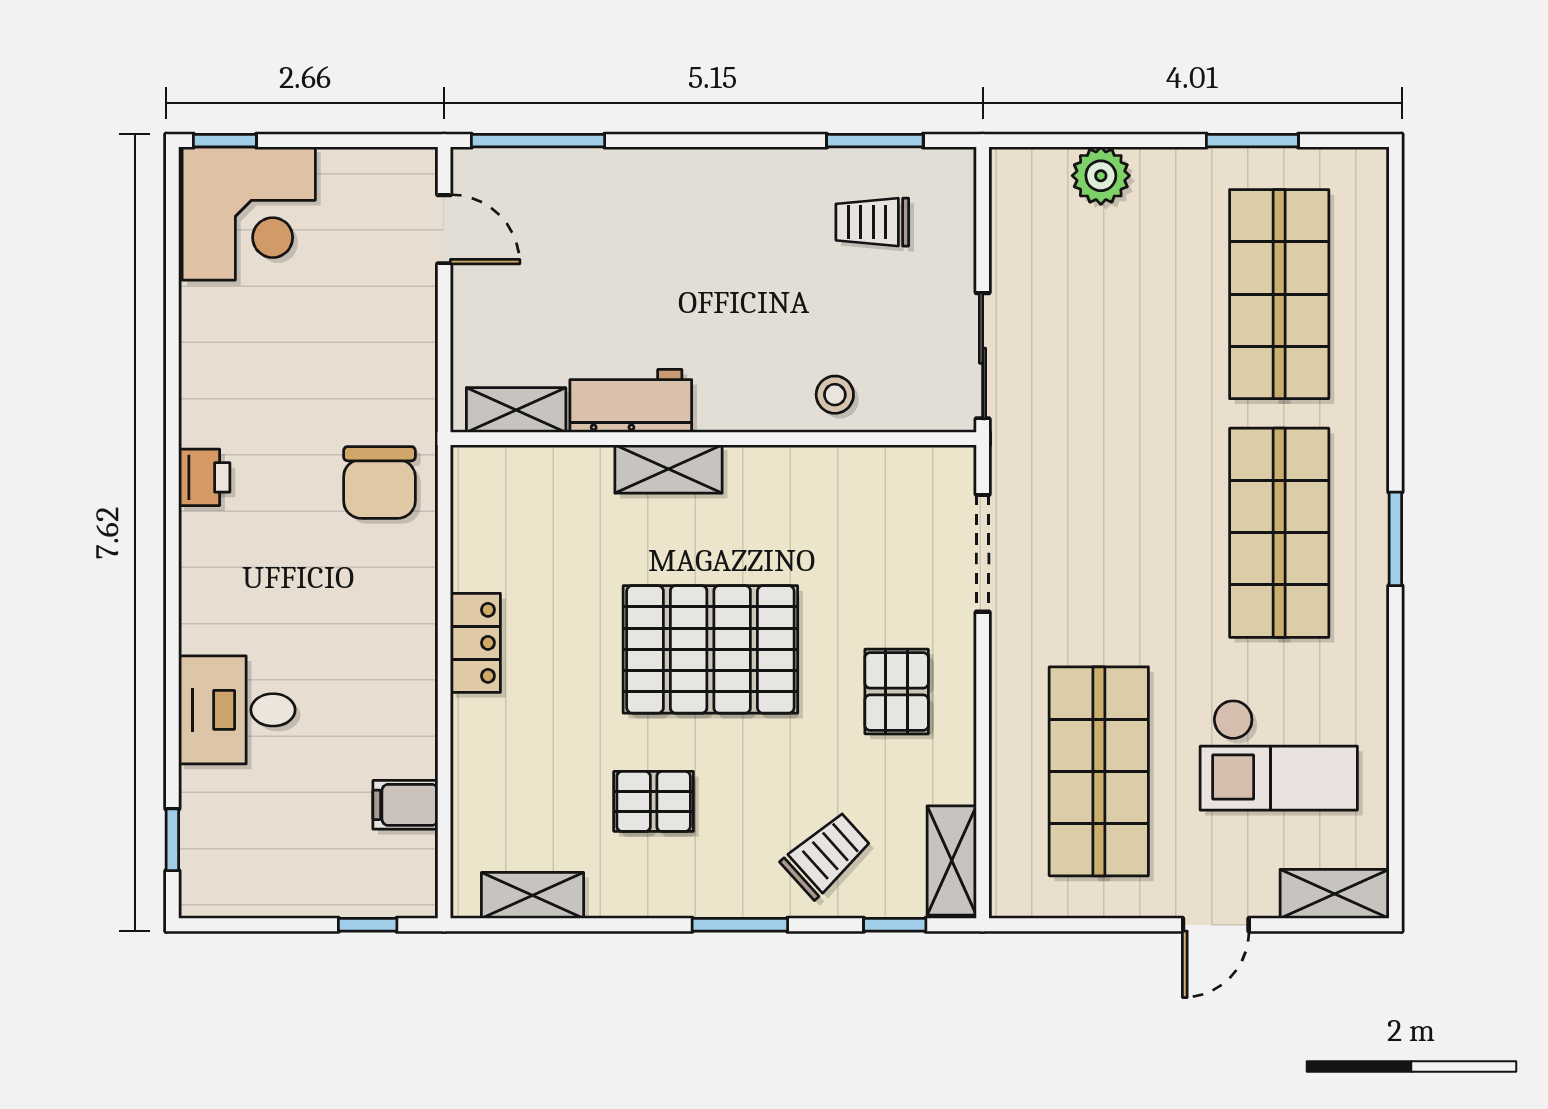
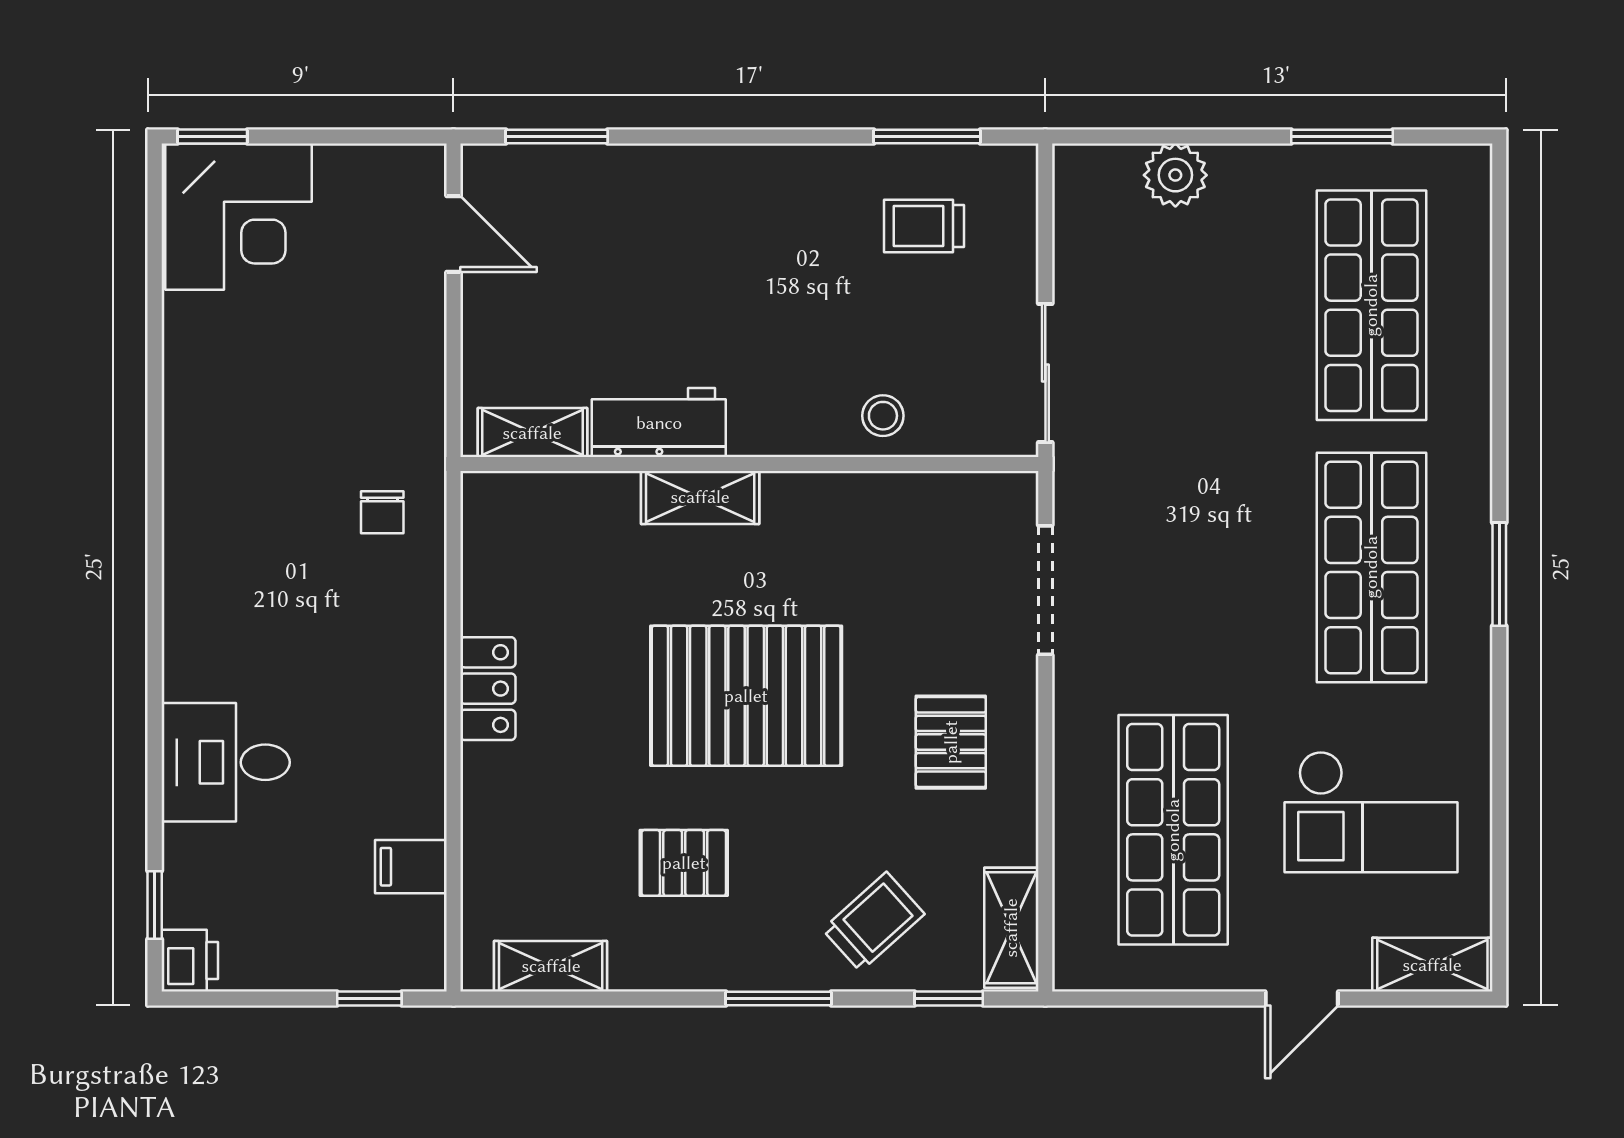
window: (538, 141) -> (557, 137), width x0.69
printer: (204, 477) -> (190, 961), moved
chair: (379, 482) -> (382, 512), width x0.54, depth x0.54

